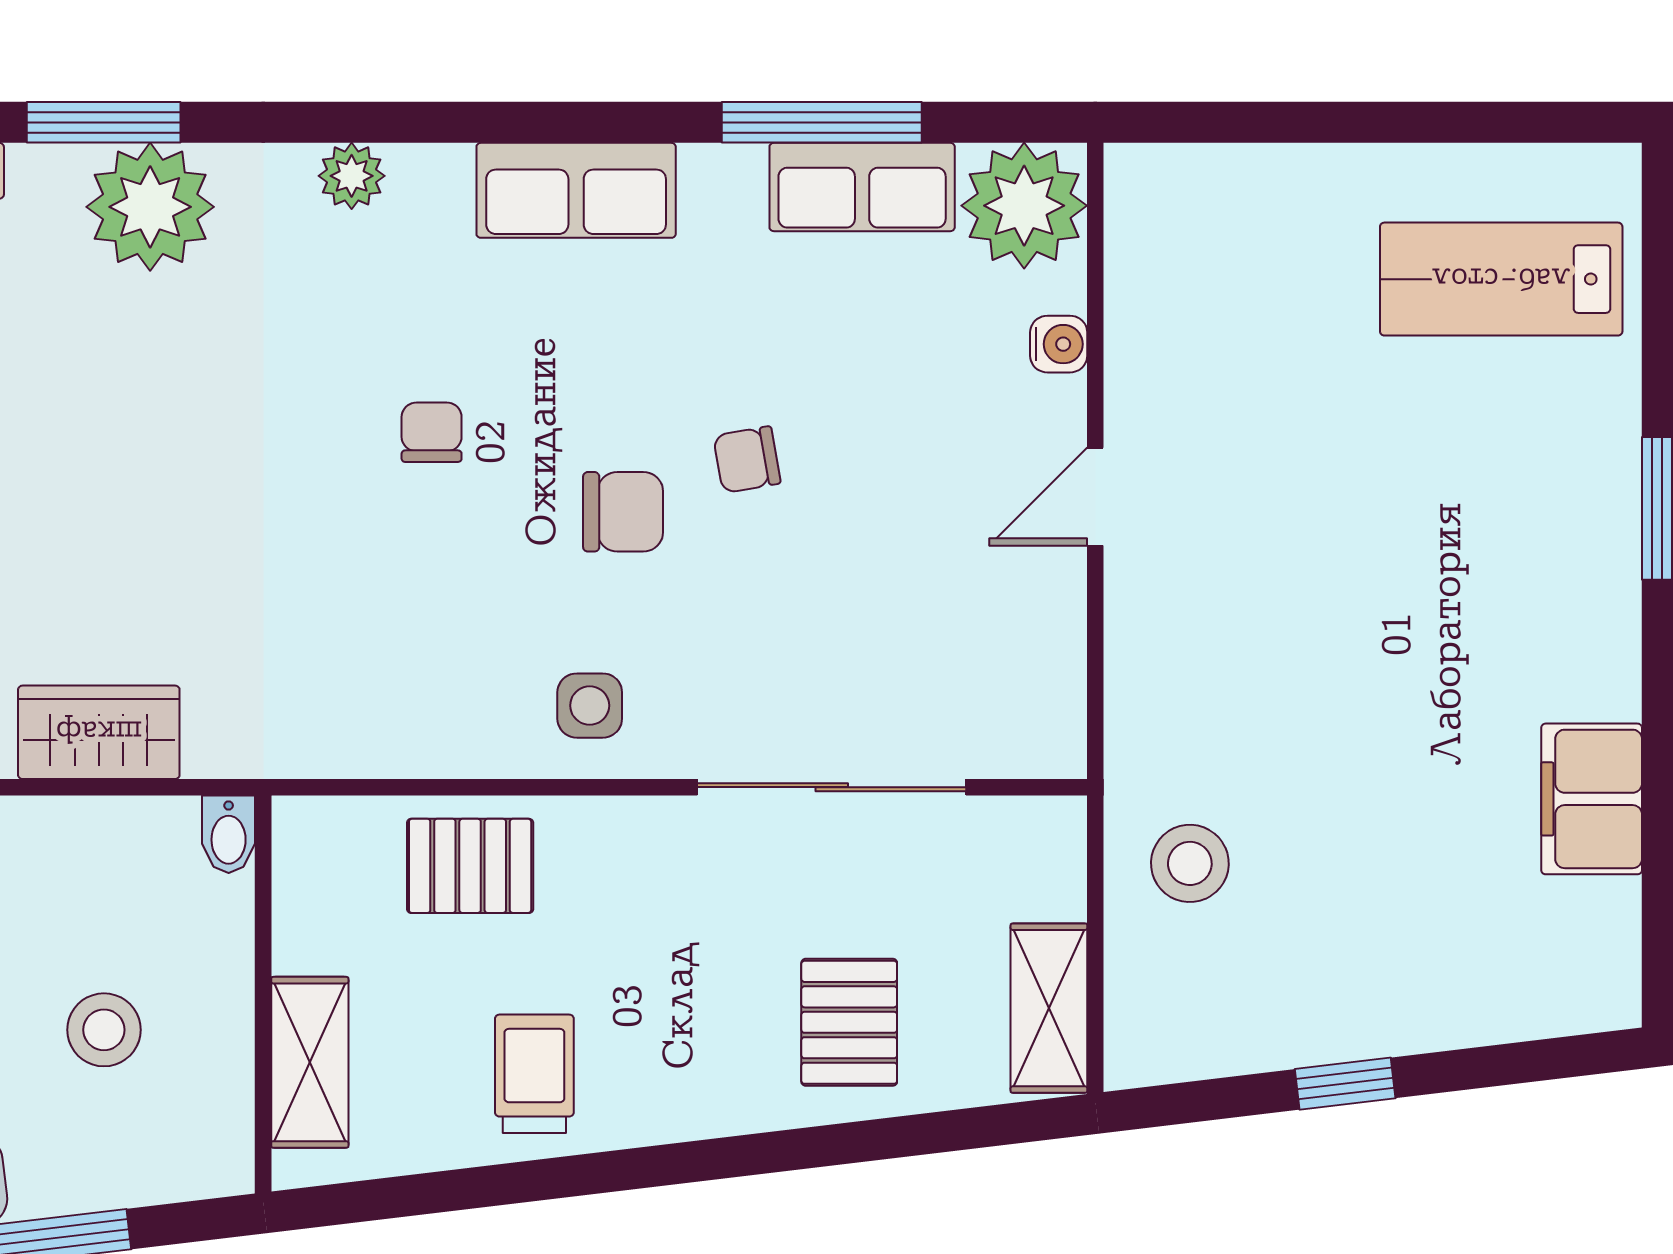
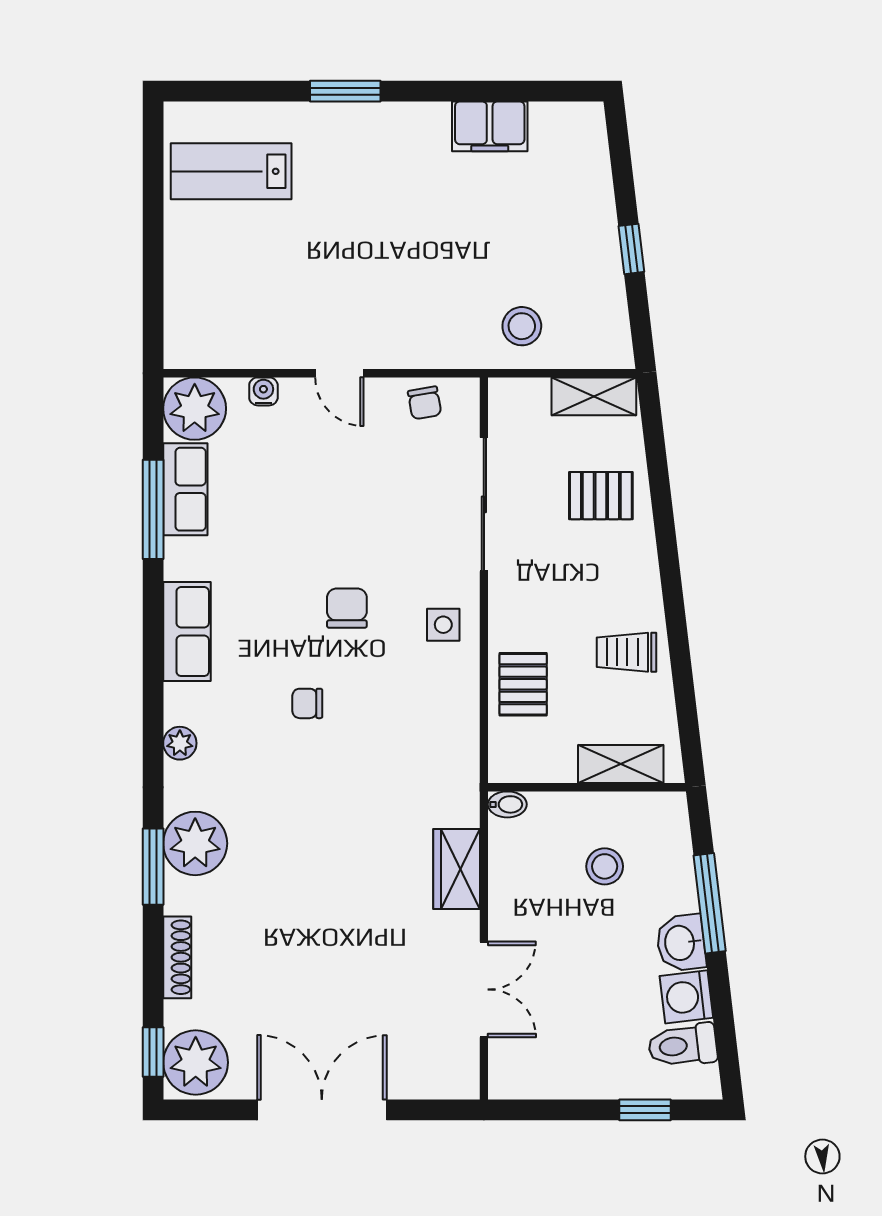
lab bench: (1501, 279) -> (231, 171), turned 90
chair: (747, 460) -> (425, 403), moved

